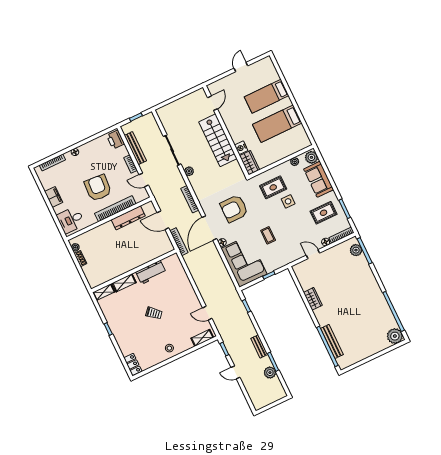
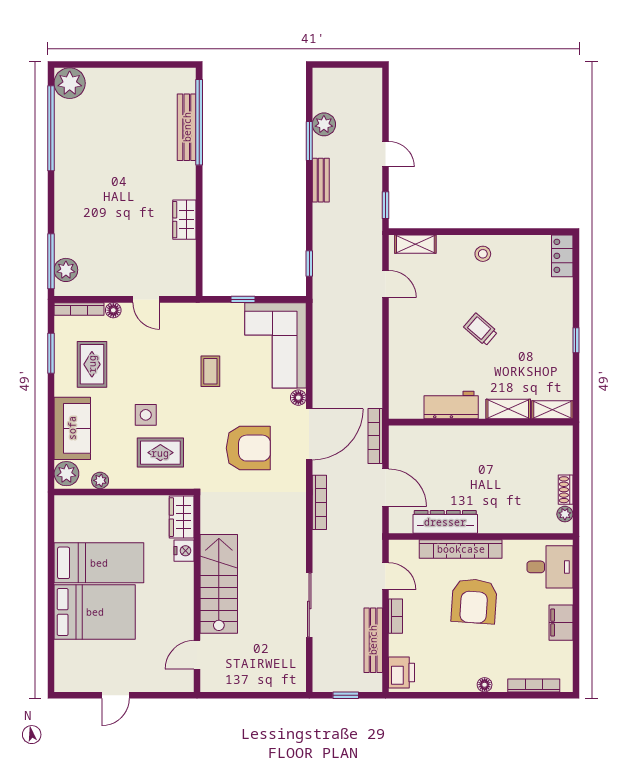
bed: (267, 96) -> (95, 612), width x1.50
plant: (189, 171) -> (297, 553), removed
rug: (324, 213) -> (92, 364), turned 90

